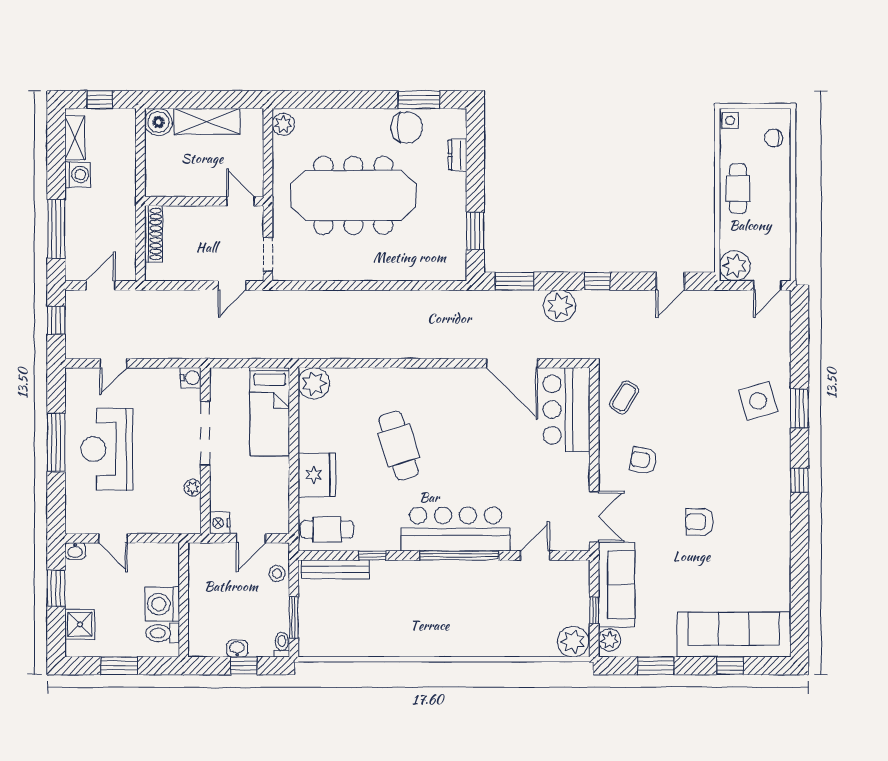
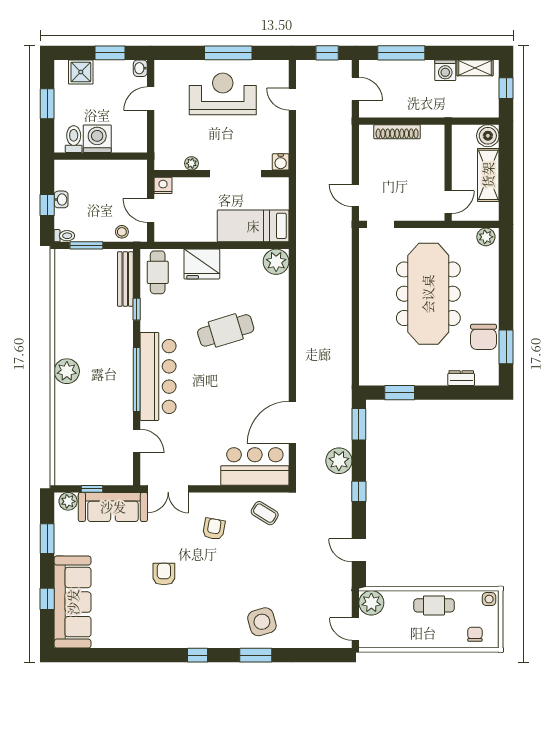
wall: (204, 201) -> (448, 173), moved
door: (240, 201) -> (448, 202), moved
plant: (573, 642) -> (67, 371), moved

